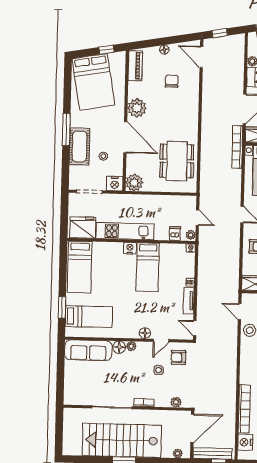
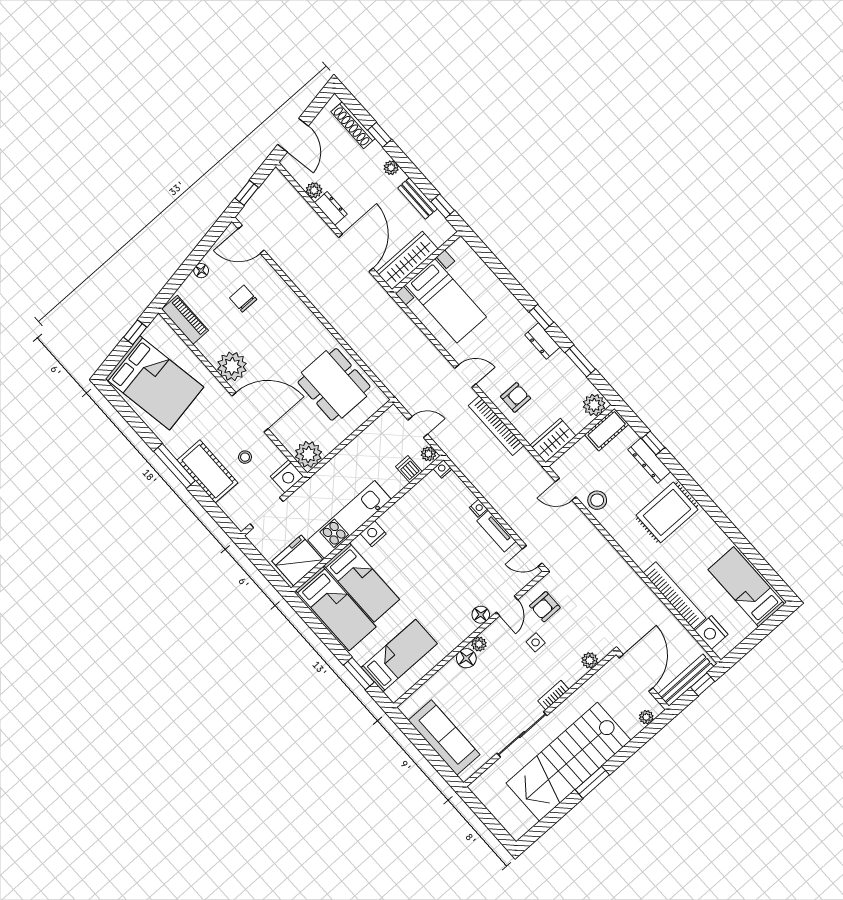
bookcase: (237, 147) -> (496, 426), moved
bed: (148, 267) -> (362, 582), moved
sofa: (88, 350) -> (444, 737), moved, turned -90

